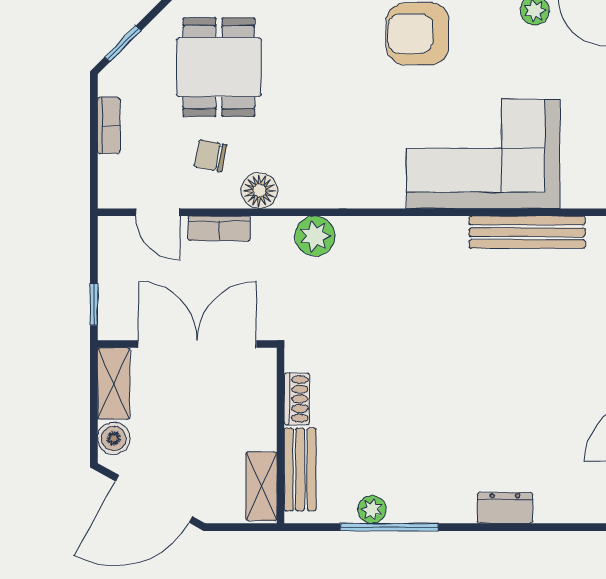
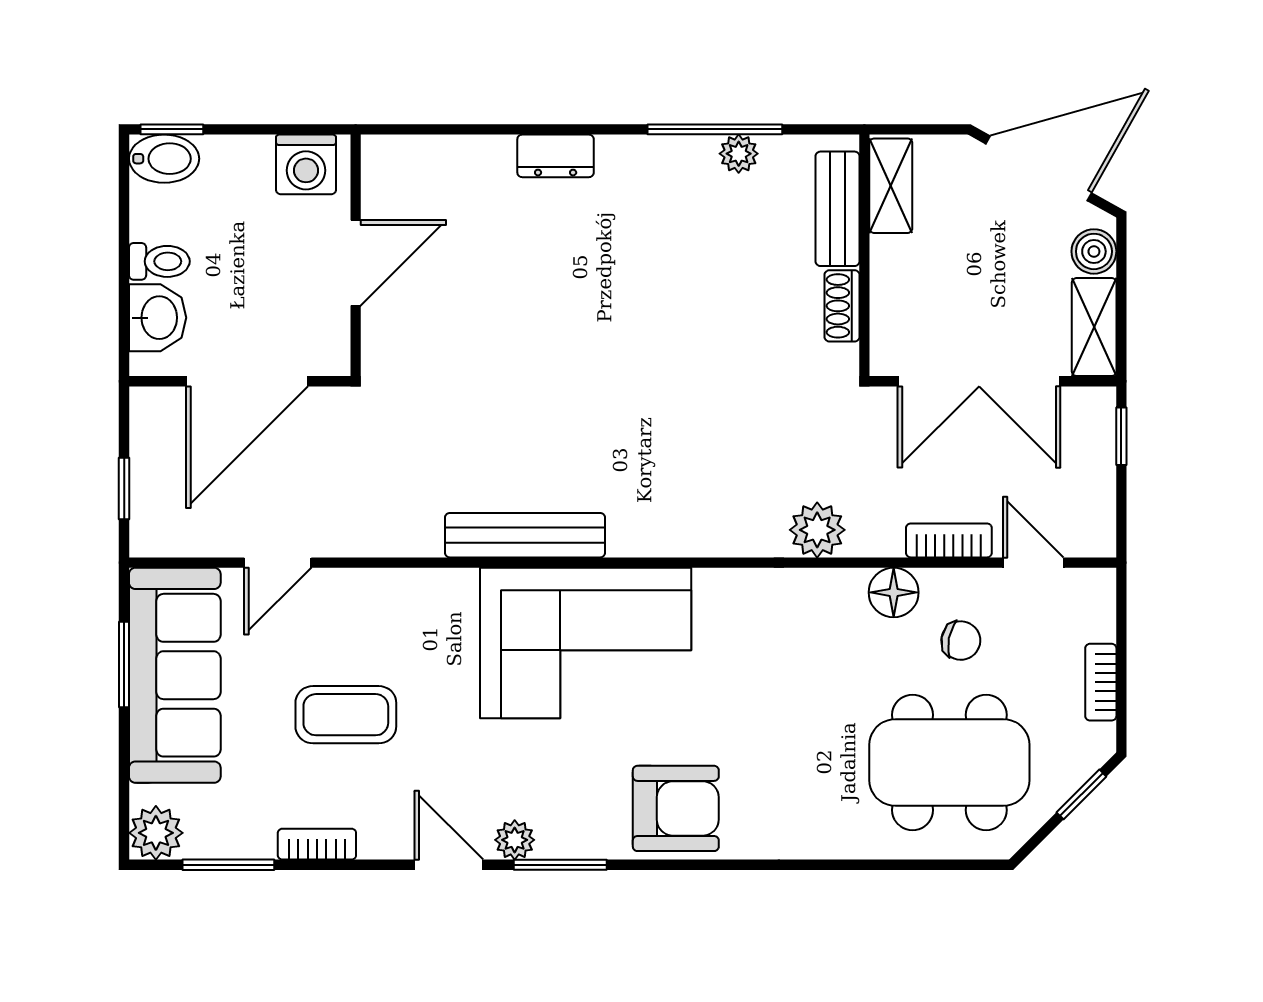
dining table: (219, 67) -> (949, 762), width x1.38

